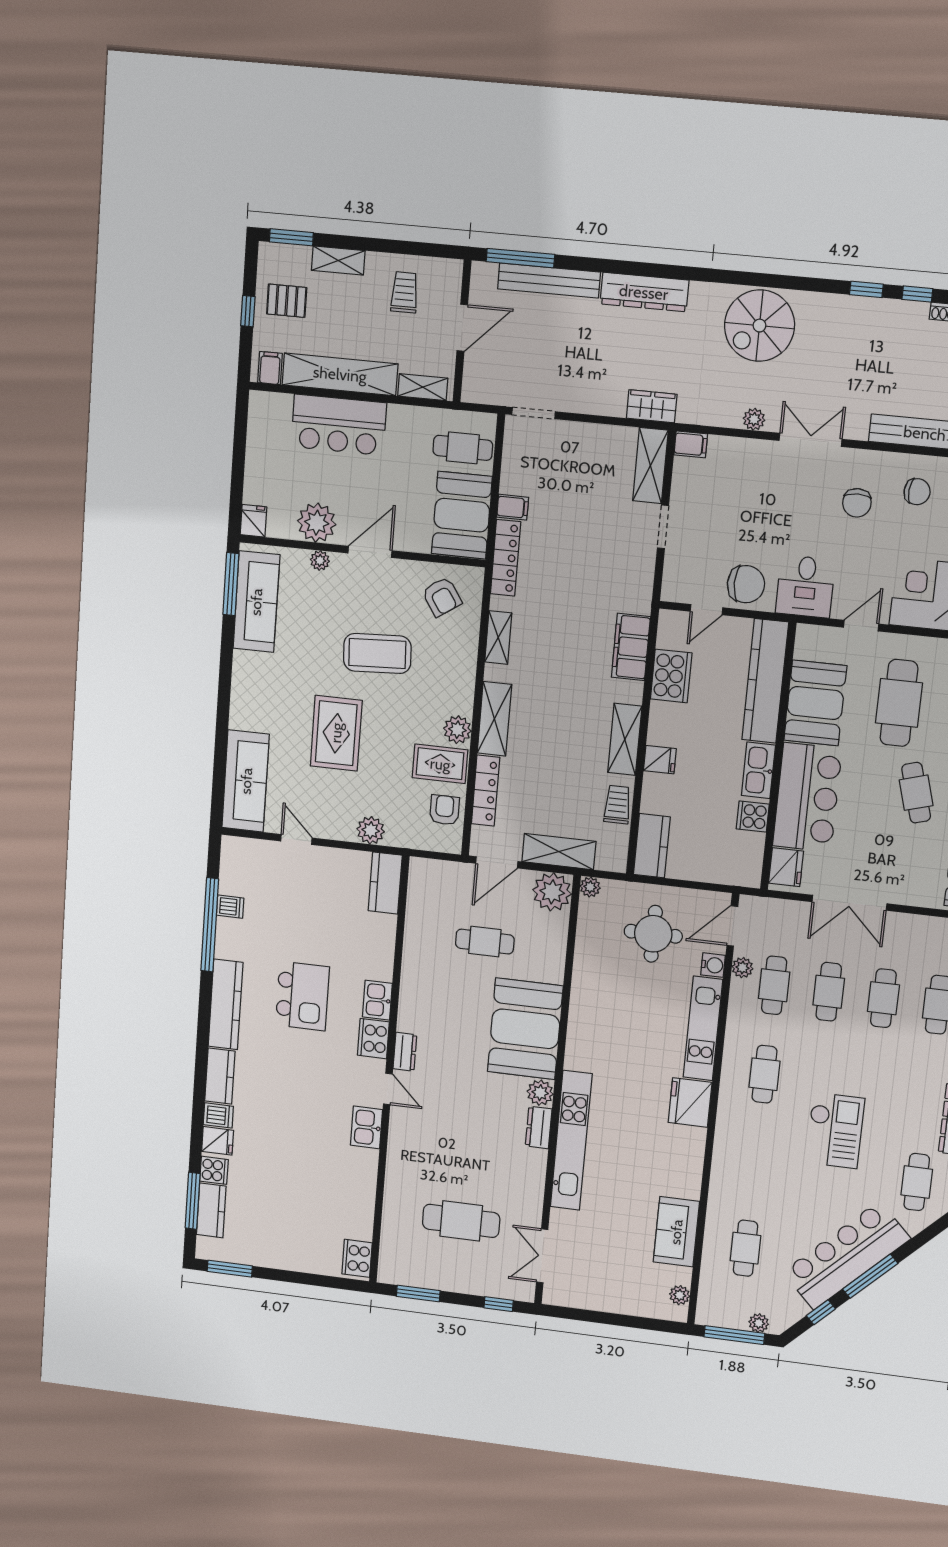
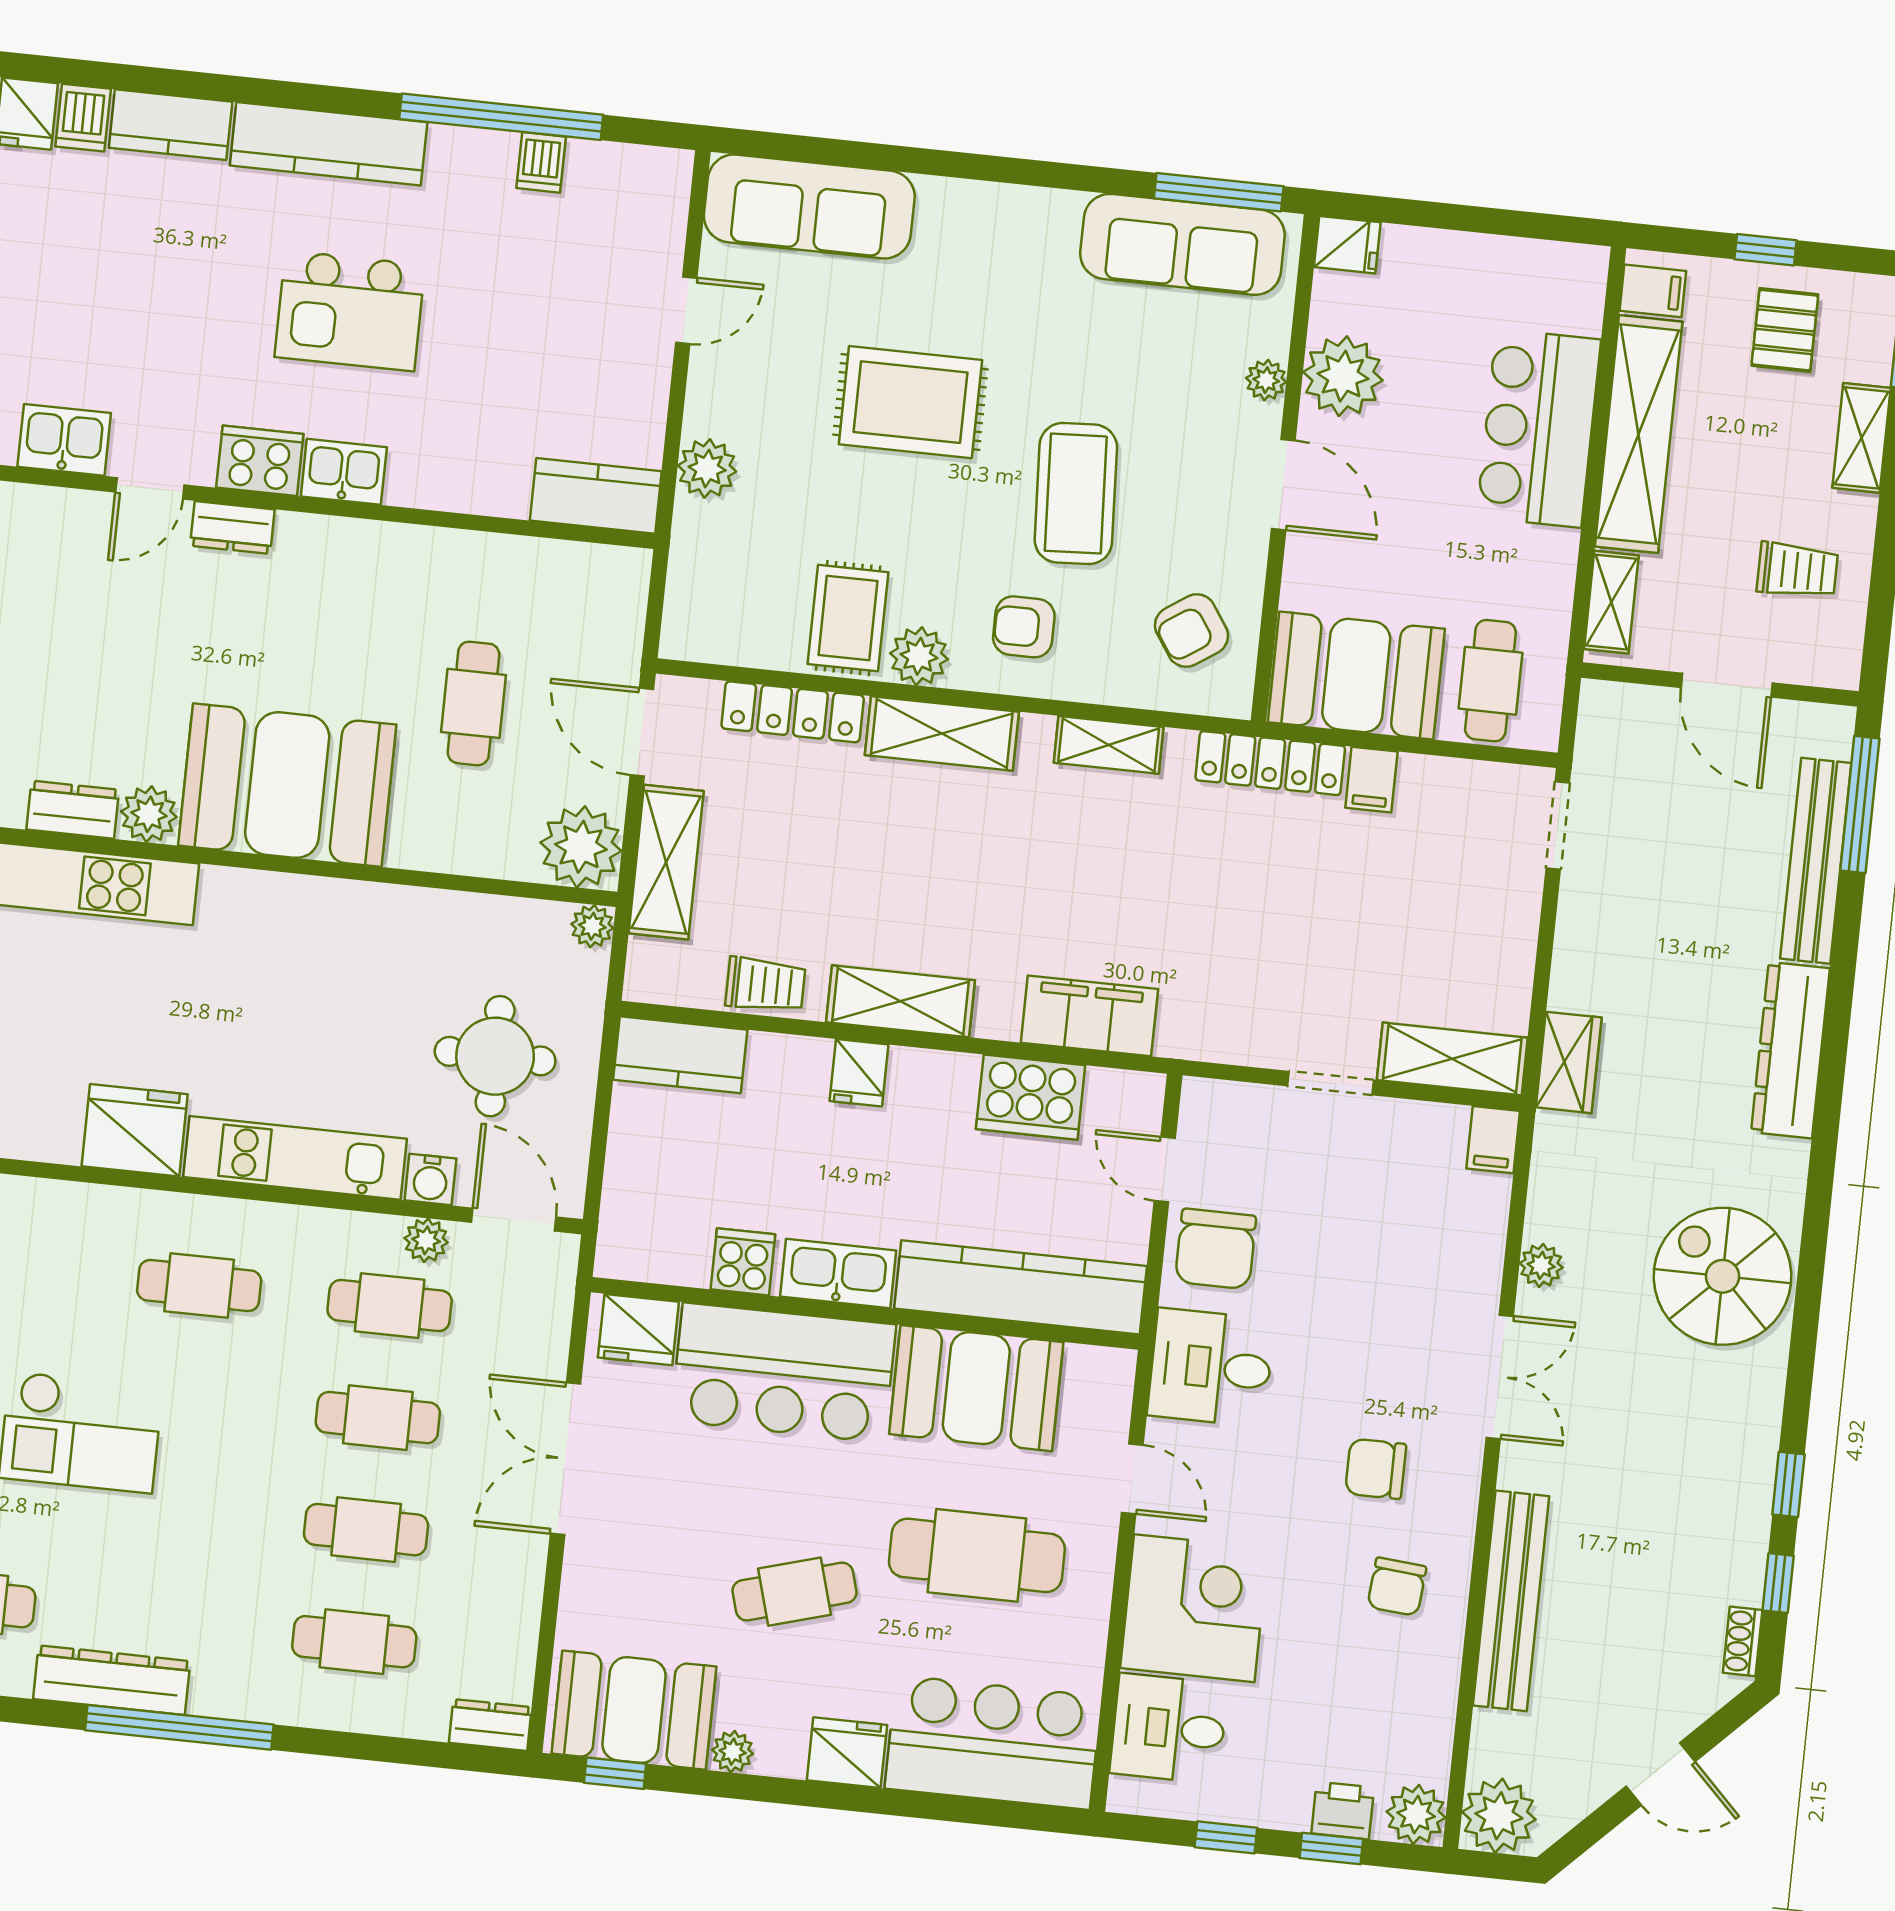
armchair: (444, 810) -> (1024, 627), moved, turned 180

